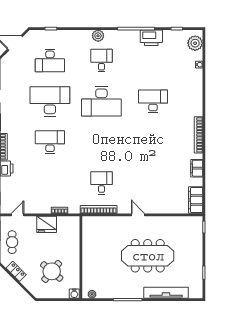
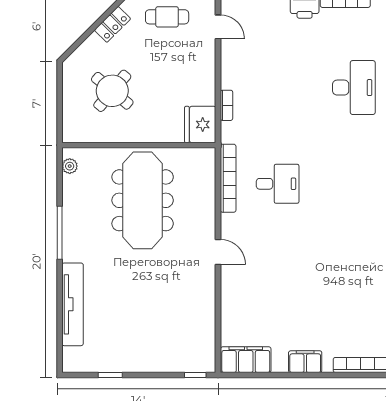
door: (138, 215) -> (218, 252), hinge flipped
fridge: (47, 224) -> (200, 125), moved
meeting table: (148, 256) -> (143, 200), moved
water cooler: (74, 294) -> (71, 133), removed

